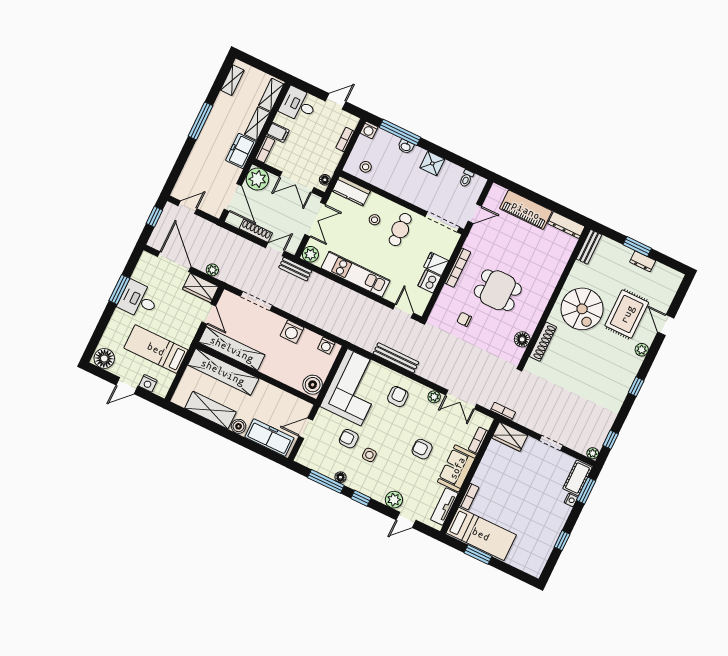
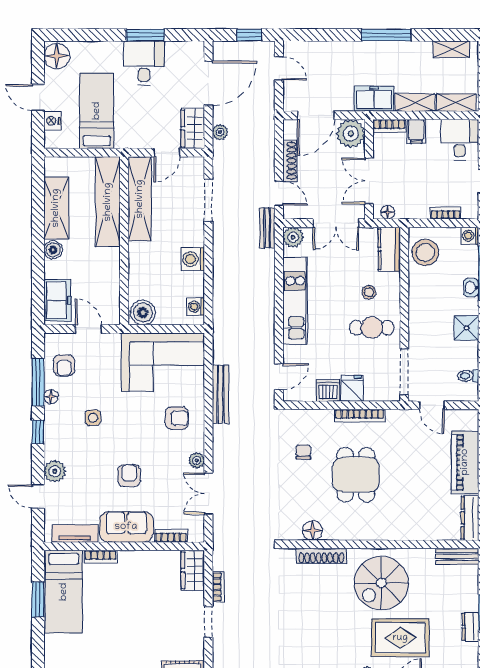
stool: (366, 167) -> (425, 252), width x1.89, depth x1.89
bookcase: (503, 411) -> (218, 587), moved
freezer: (269, 438) -> (57, 300), width x0.71
armchair: (349, 439) -> (64, 365), moved, turned 180

